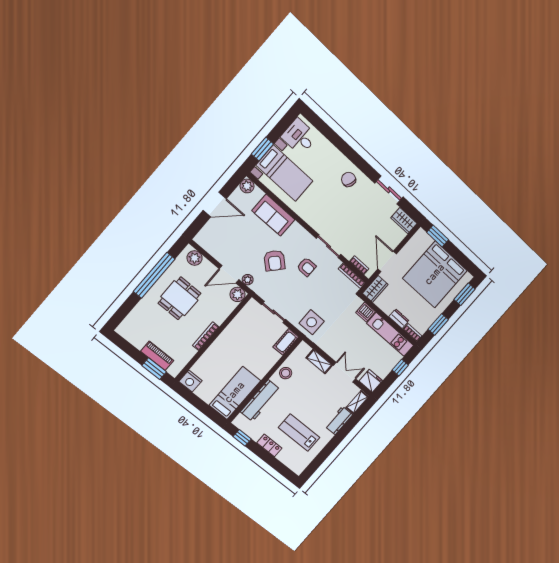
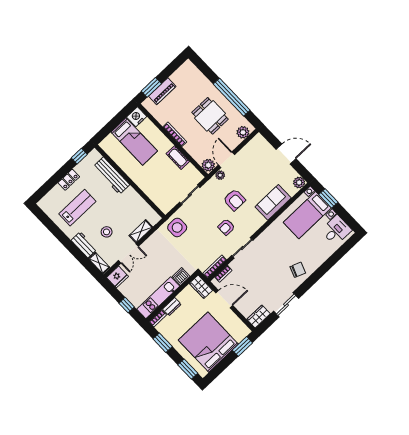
door: (215, 205) -> (286, 154), swing flipped
armchair: (274, 261) -> (234, 200), turned -132
cot: (286, 342) -> (178, 158), moved
stool: (286, 373) -> (107, 232), moved
bed: (235, 393) -> (134, 142), moved

